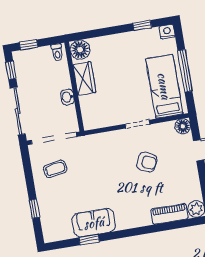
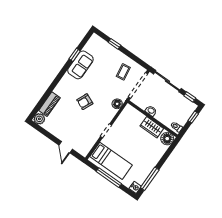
window: (142, 25) -> (150, 179), width x2.17
floor lamp: (183, 126) -> (117, 104), moved
armchair: (147, 162) -> (85, 102), moved

